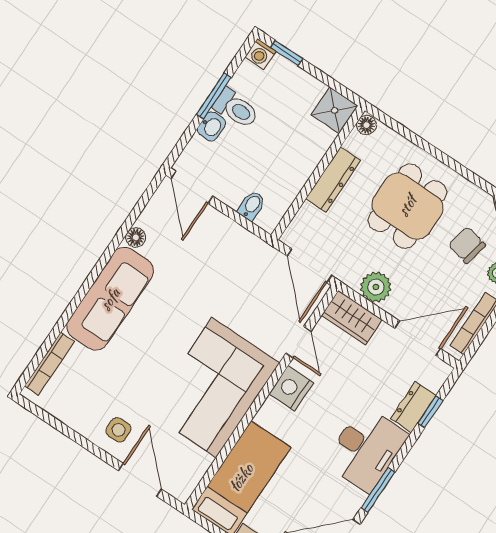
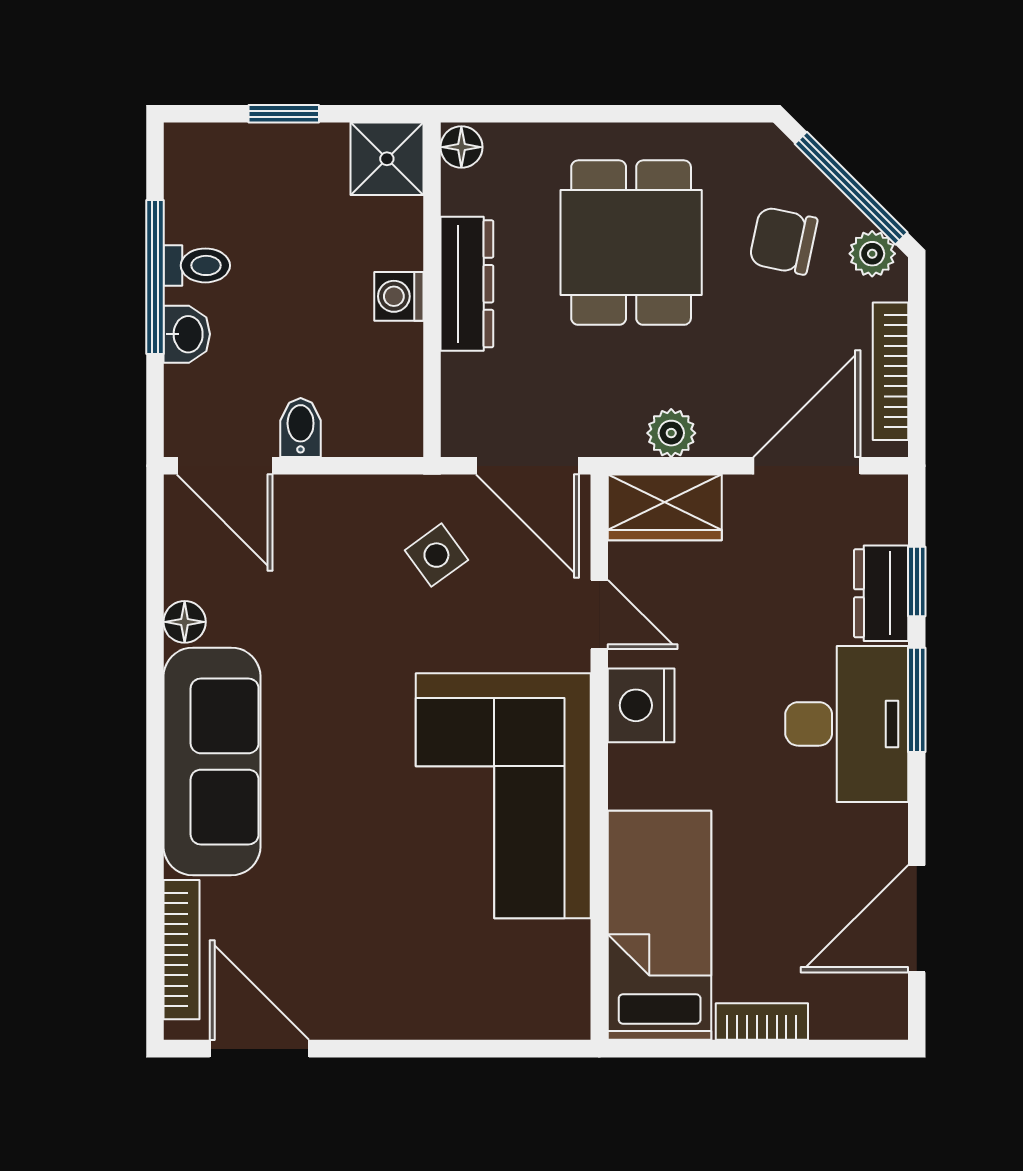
window: (287, 53) -> (284, 114), moved
washing machine: (260, 54) -> (399, 296), moved, turned 90
window: (214, 96) -> (155, 277), width x1.44
toilet: (236, 109) -> (197, 265), width x0.73, depth x0.72
bidet: (251, 206) -> (301, 428), moved
plant: (376, 287) -> (671, 433), width x0.73, depth x0.73
side table: (118, 430) -> (436, 555), moved, turned -36
door: (140, 480) -> (259, 1049), moved
window: (378, 490) -> (917, 700), moved

